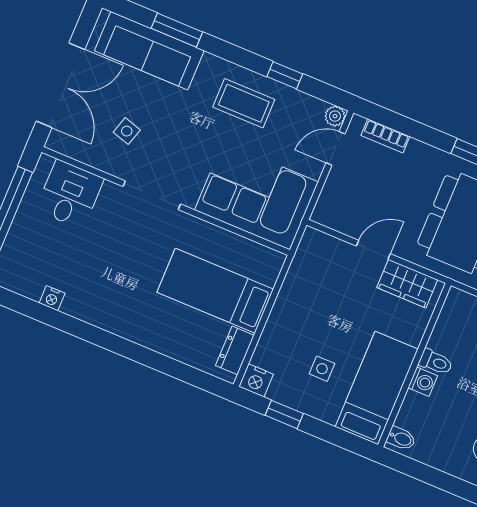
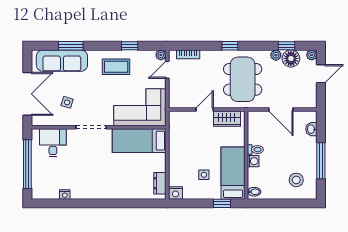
bed: (215, 291) -> (139, 141), moved
window: (284, 414) -> (222, 203), moved

